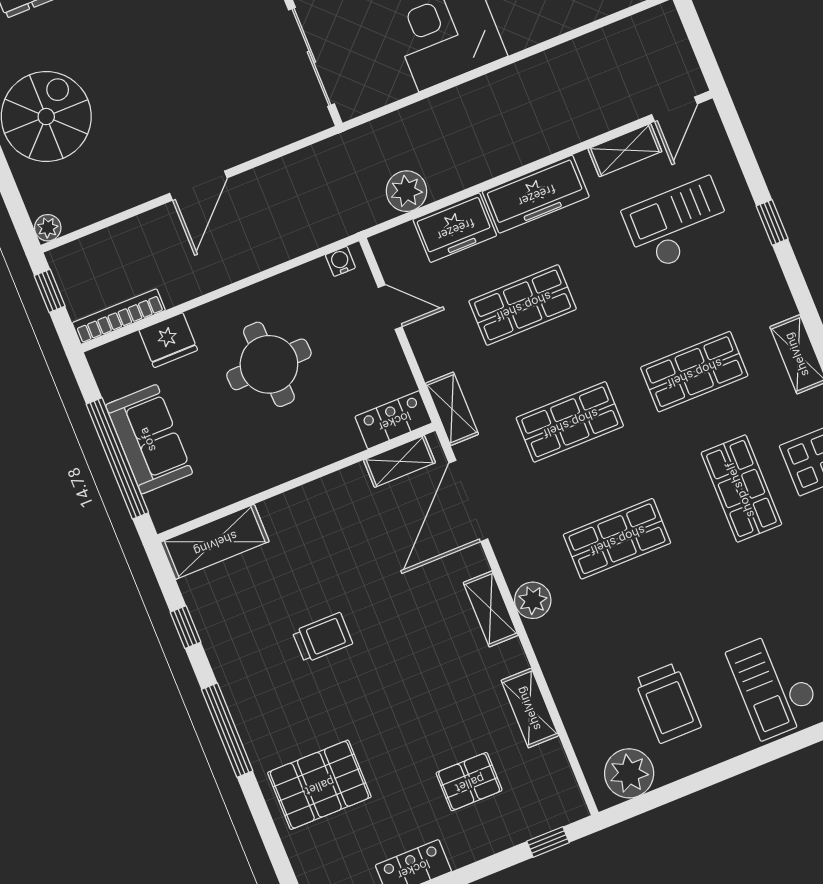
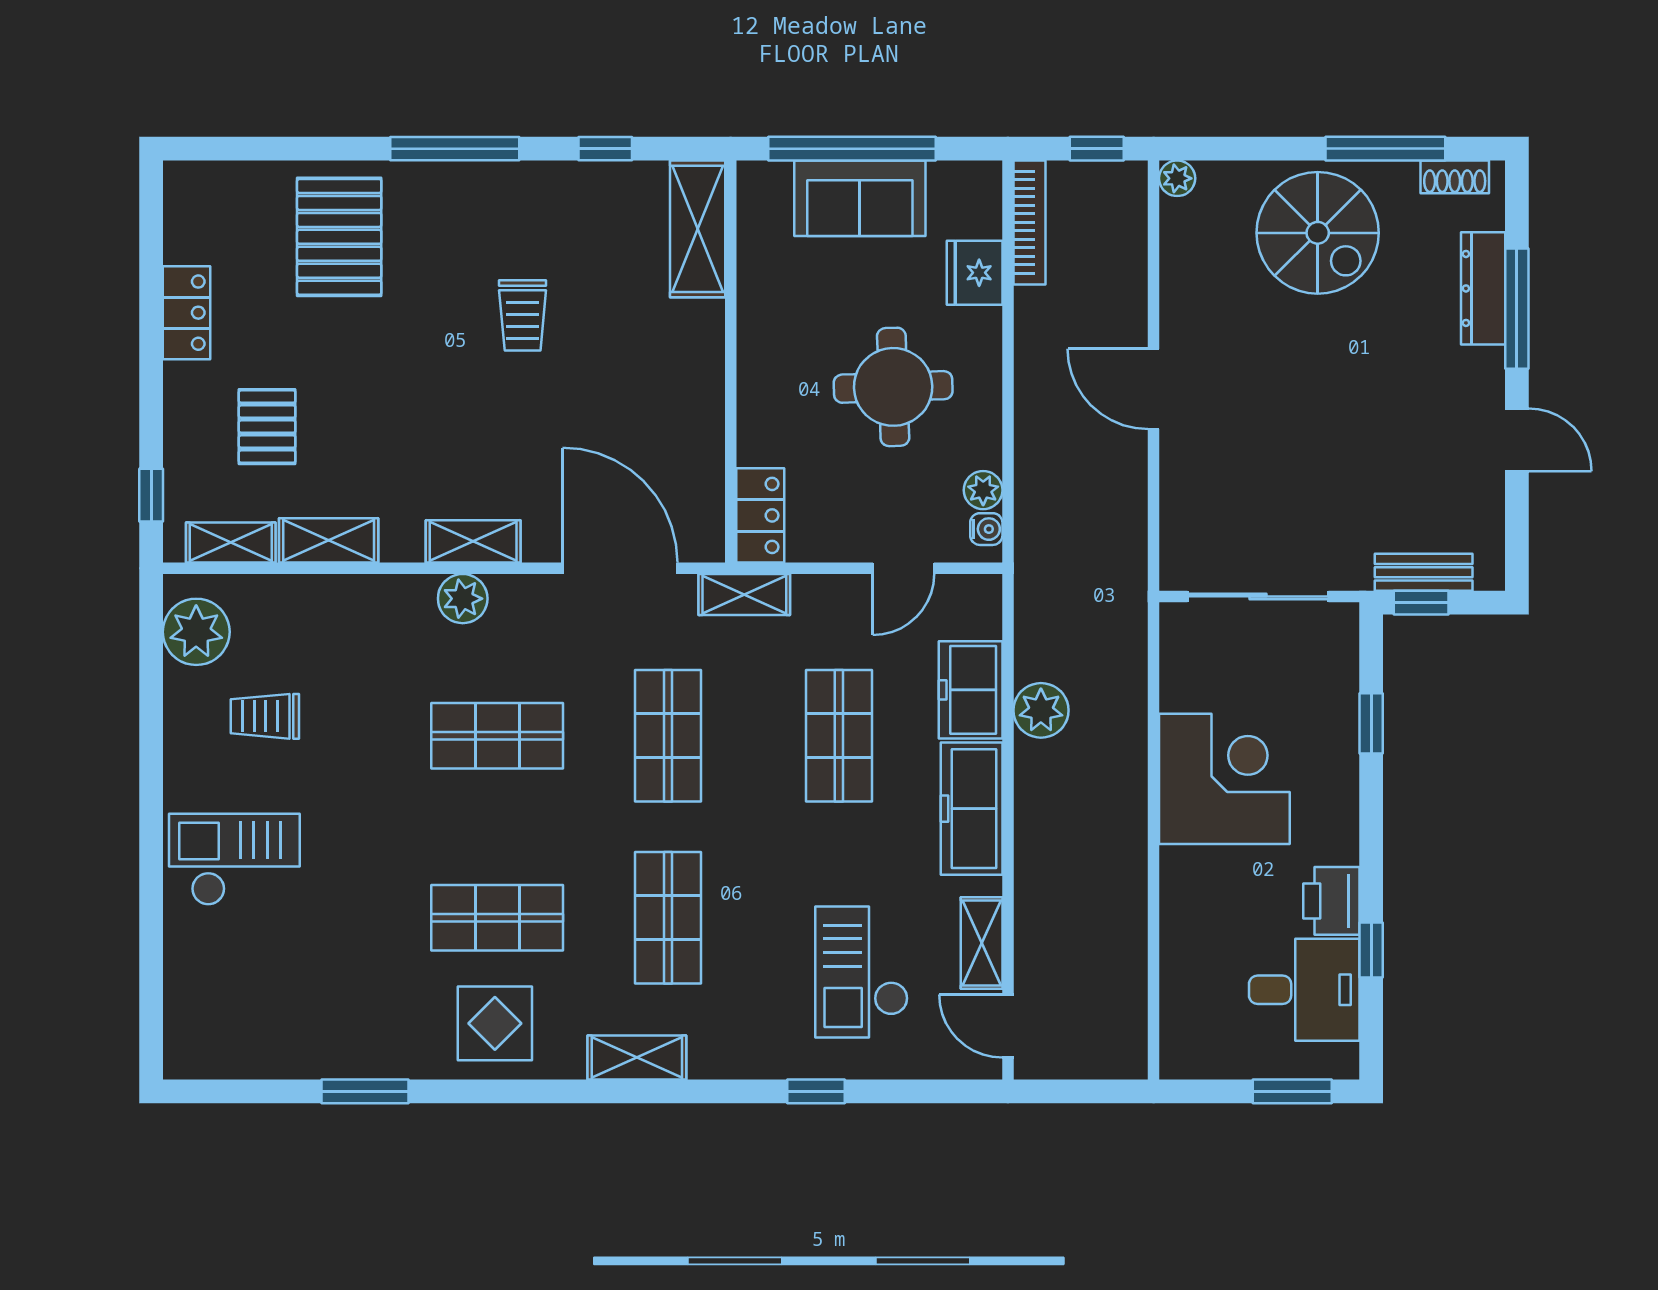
plant: (406, 191) -> (1041, 710), moved
checkout: (678, 224) -> (862, 972), turned 180
plant: (315, 274) -> (983, 490), added
shelving: (399, 461) -> (231, 543), moved, turned 90
shop shelf: (617, 539) -> (497, 736), turned 90
trolley: (668, 703) -> (265, 716), width x0.73, depth x0.72

